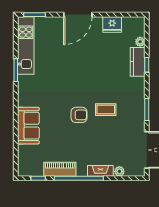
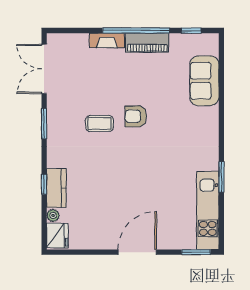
fridge: (112, 24) -> (57, 236), moved, turned 90
sofa: (28, 126) -> (204, 81), moved
piano: (60, 169) -> (147, 43), moved
plant: (119, 171) -> (81, 40), removed

